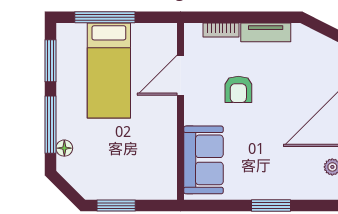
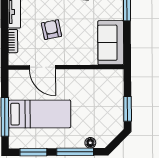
armchair: (238, 89) -> (51, 30), turned -101
sofa: (203, 160) -> (111, 43), moved, turned -90

